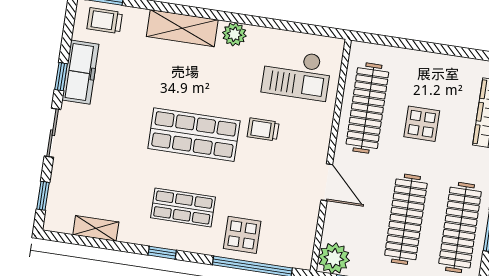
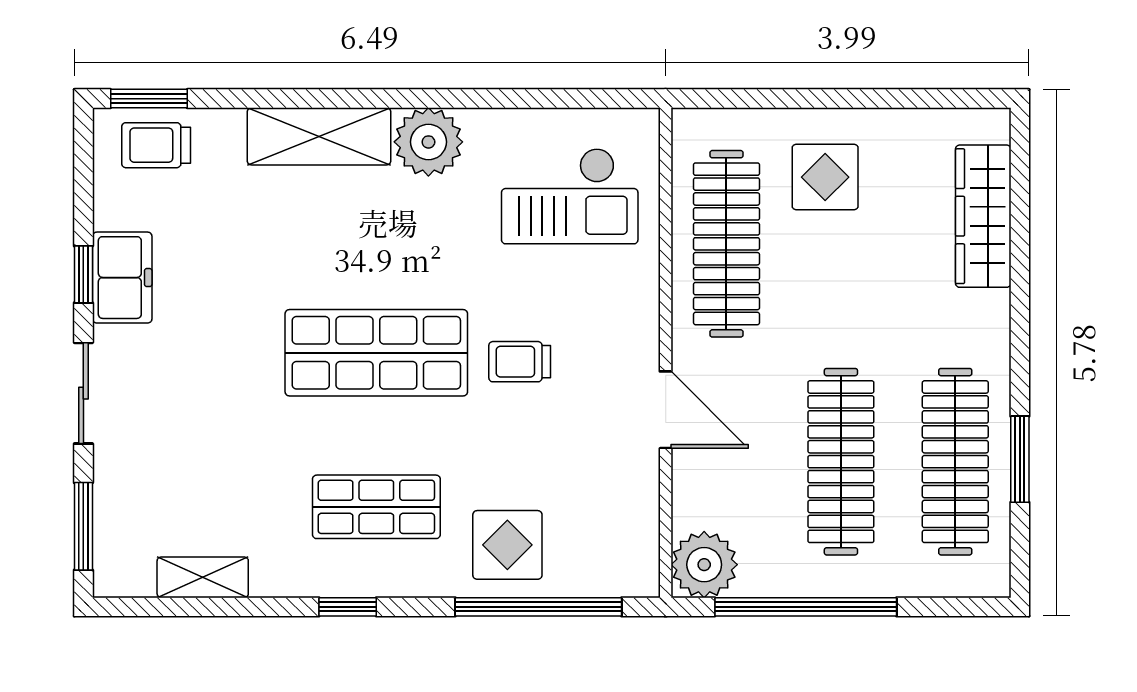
plant: (234, 34) -> (428, 142), width x1.36, depth x1.36
freezer: (80, 72) -> (122, 278), width x0.71
display table: (422, 124) -> (825, 177), moved
trolley: (263, 129) -> (520, 362), moved
window: (43, 196) -> (83, 526), width x1.50

